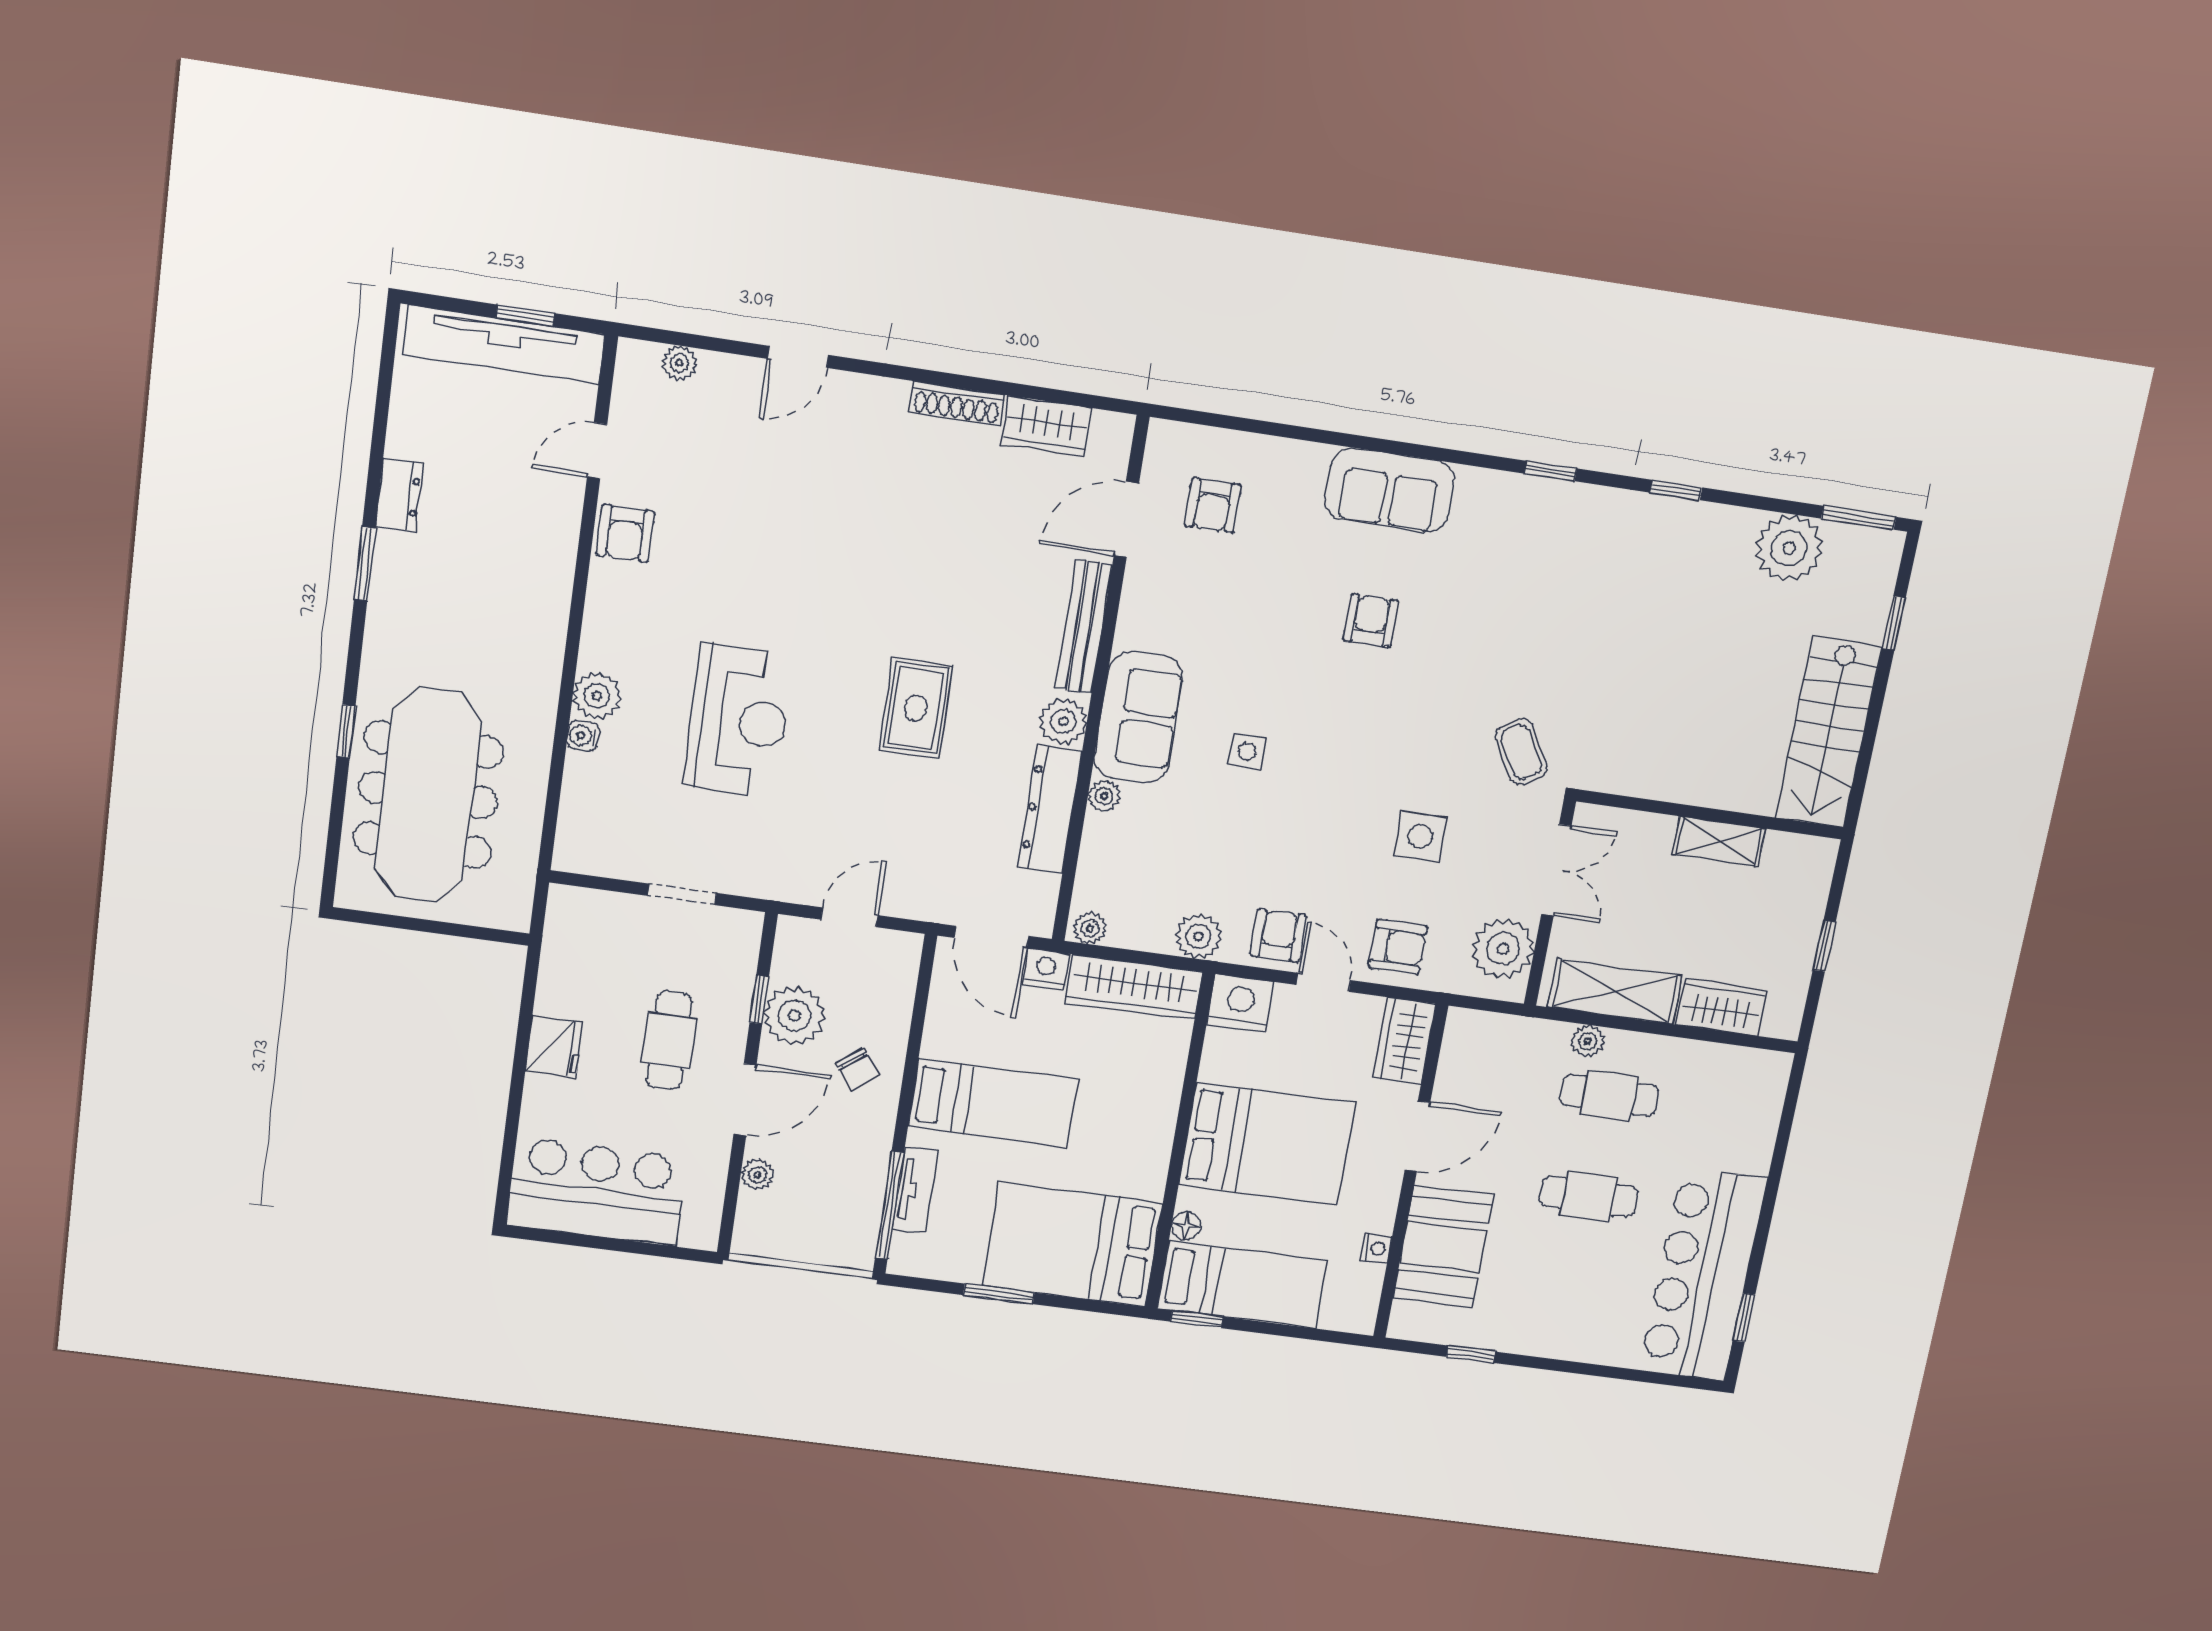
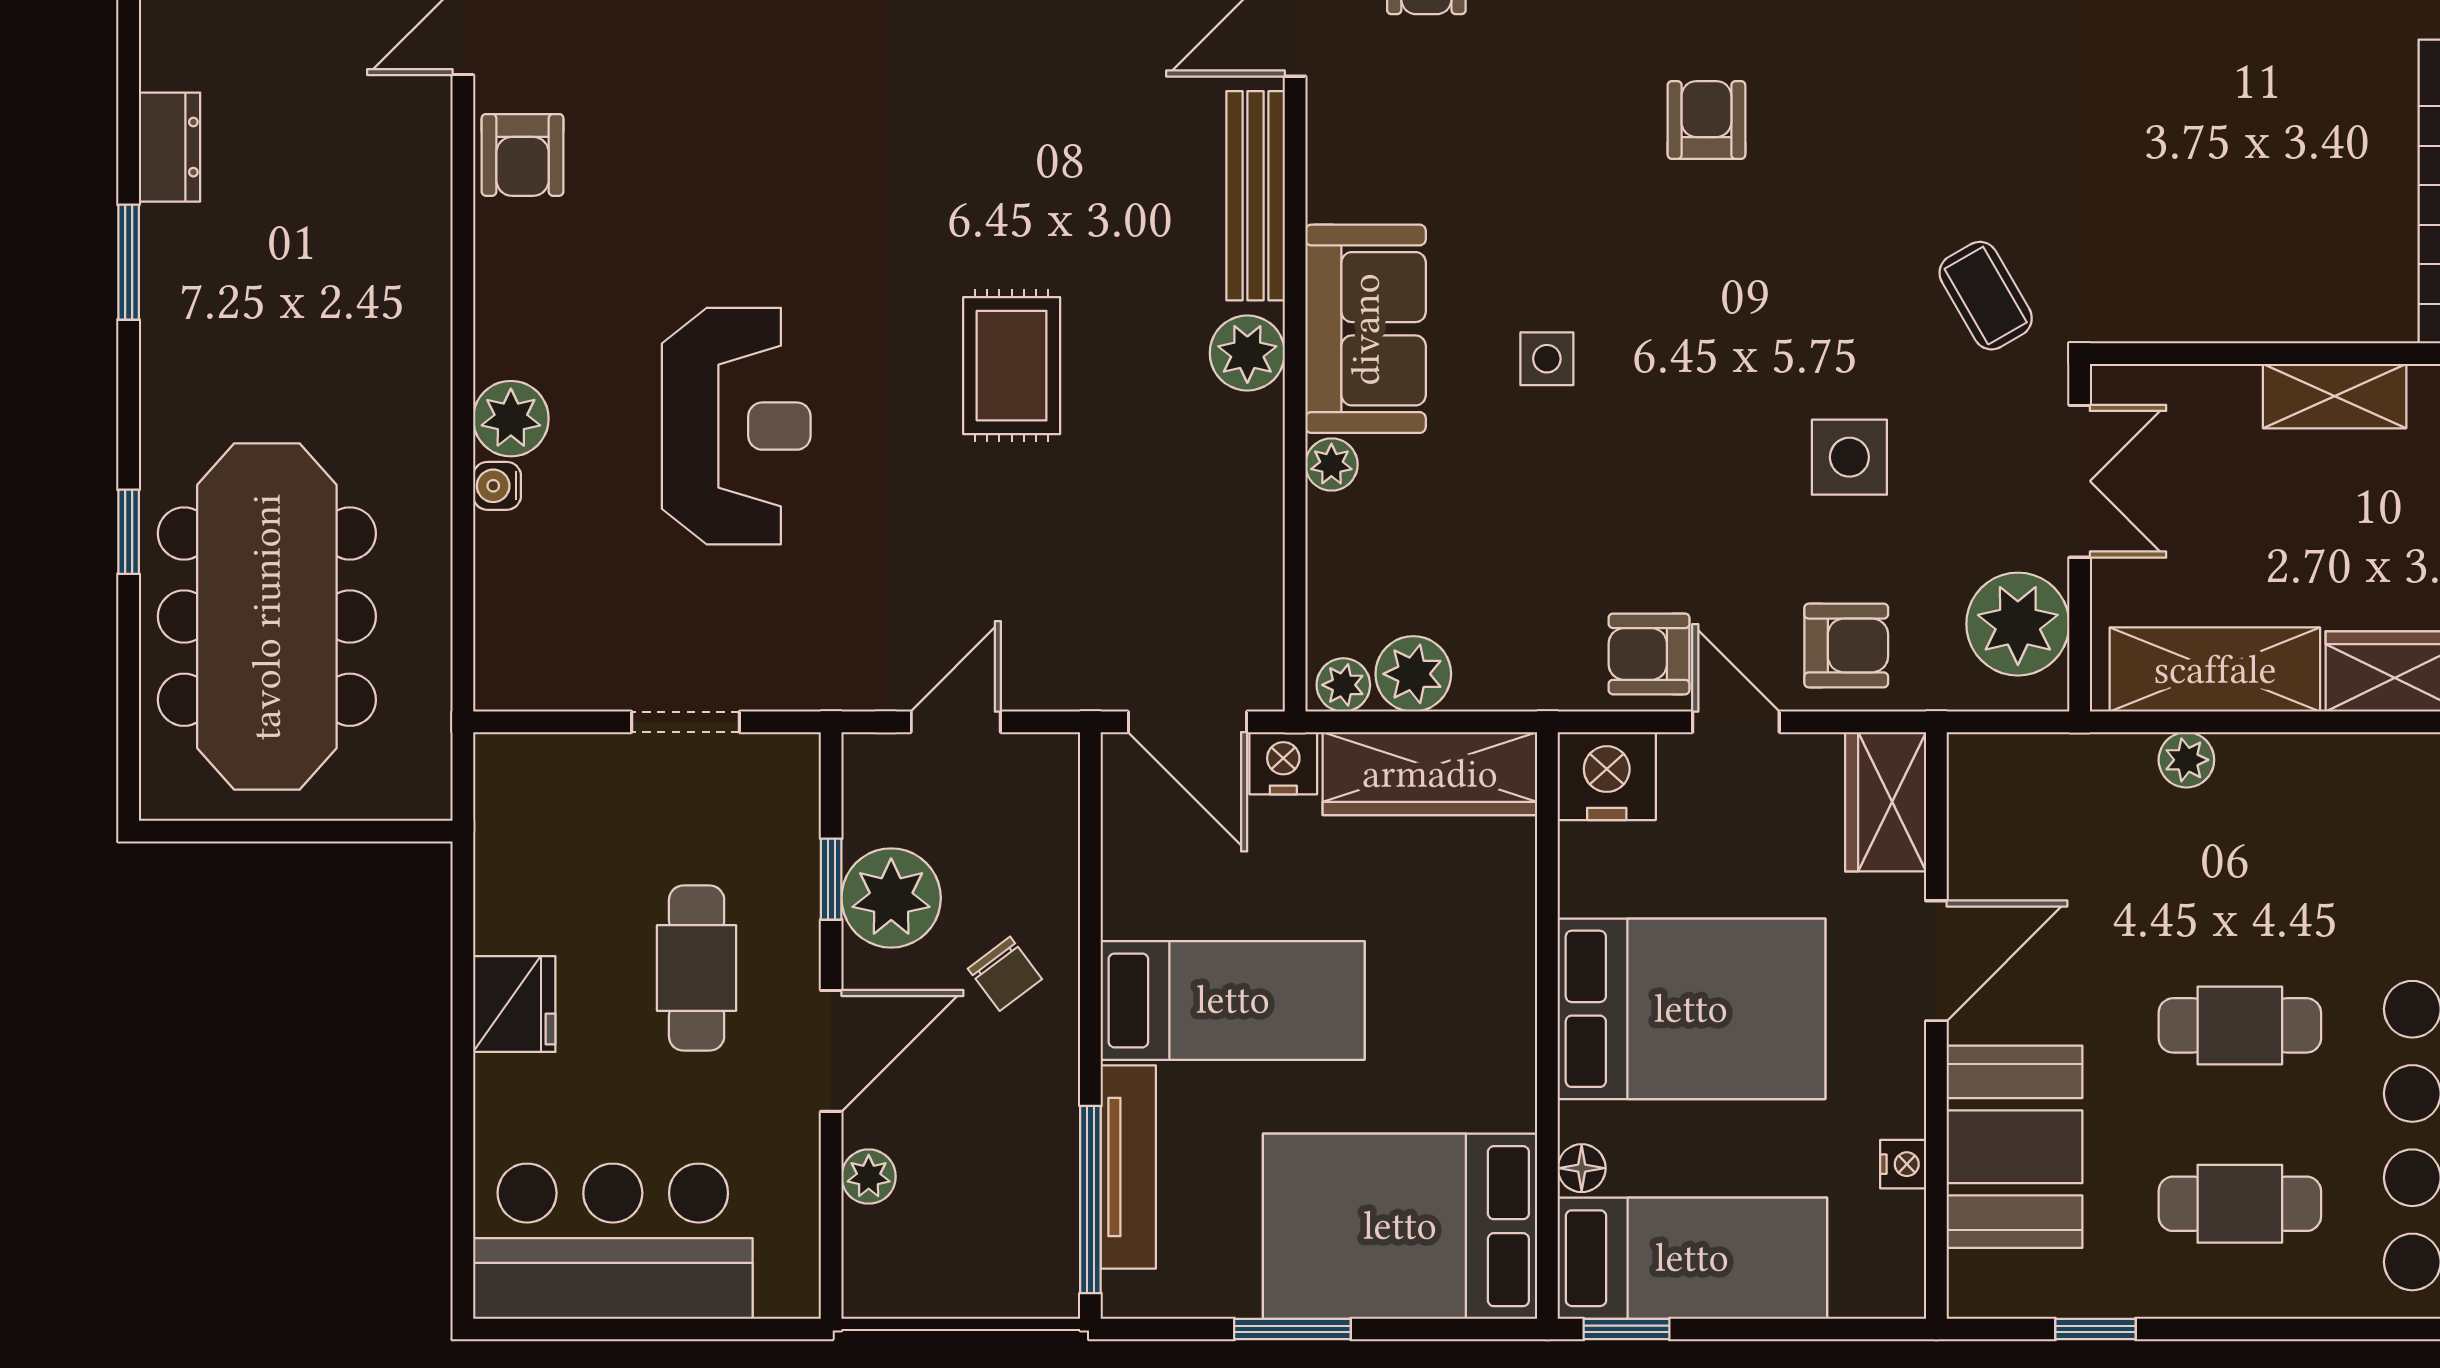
dresser: (1050, 809) -> (1248, 498), removed
plant: (1198, 936) -> (1413, 674), moved
armchair: (1278, 936) -> (1649, 654), turned -90
cafe table: (1609, 1095) -> (2240, 1204), moved
tv unit: (915, 1190) -> (1128, 1167), width x1.41

